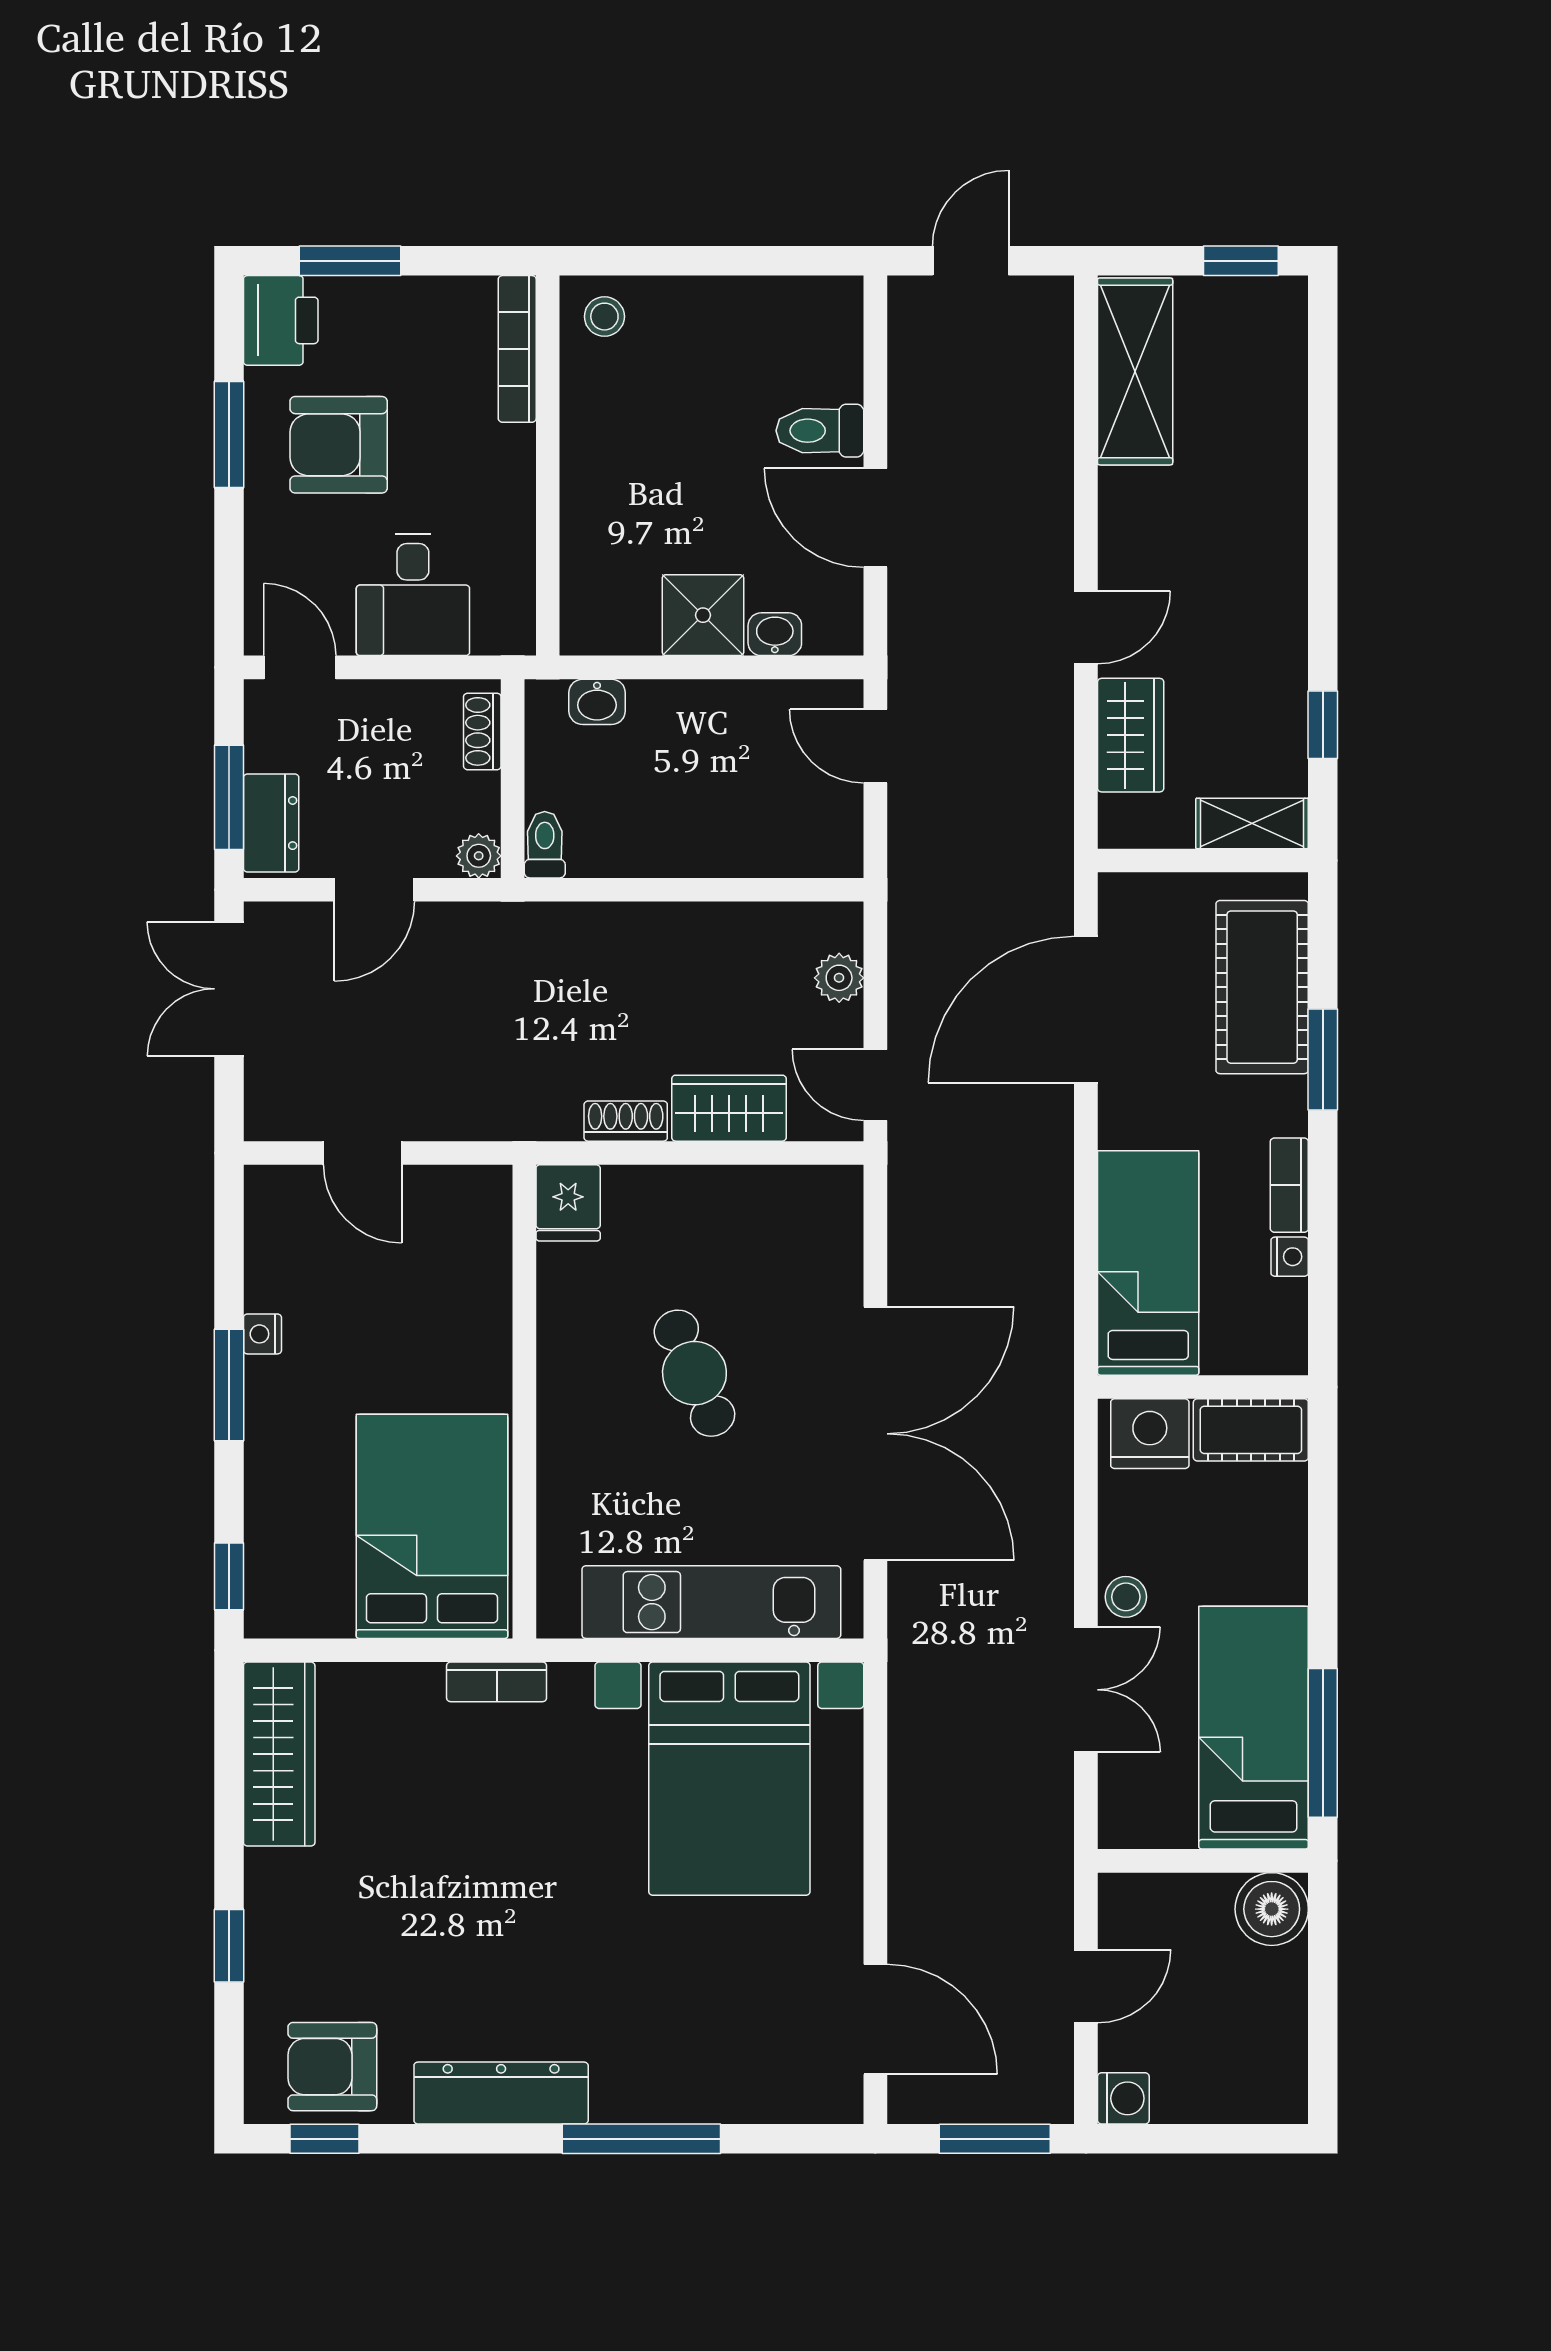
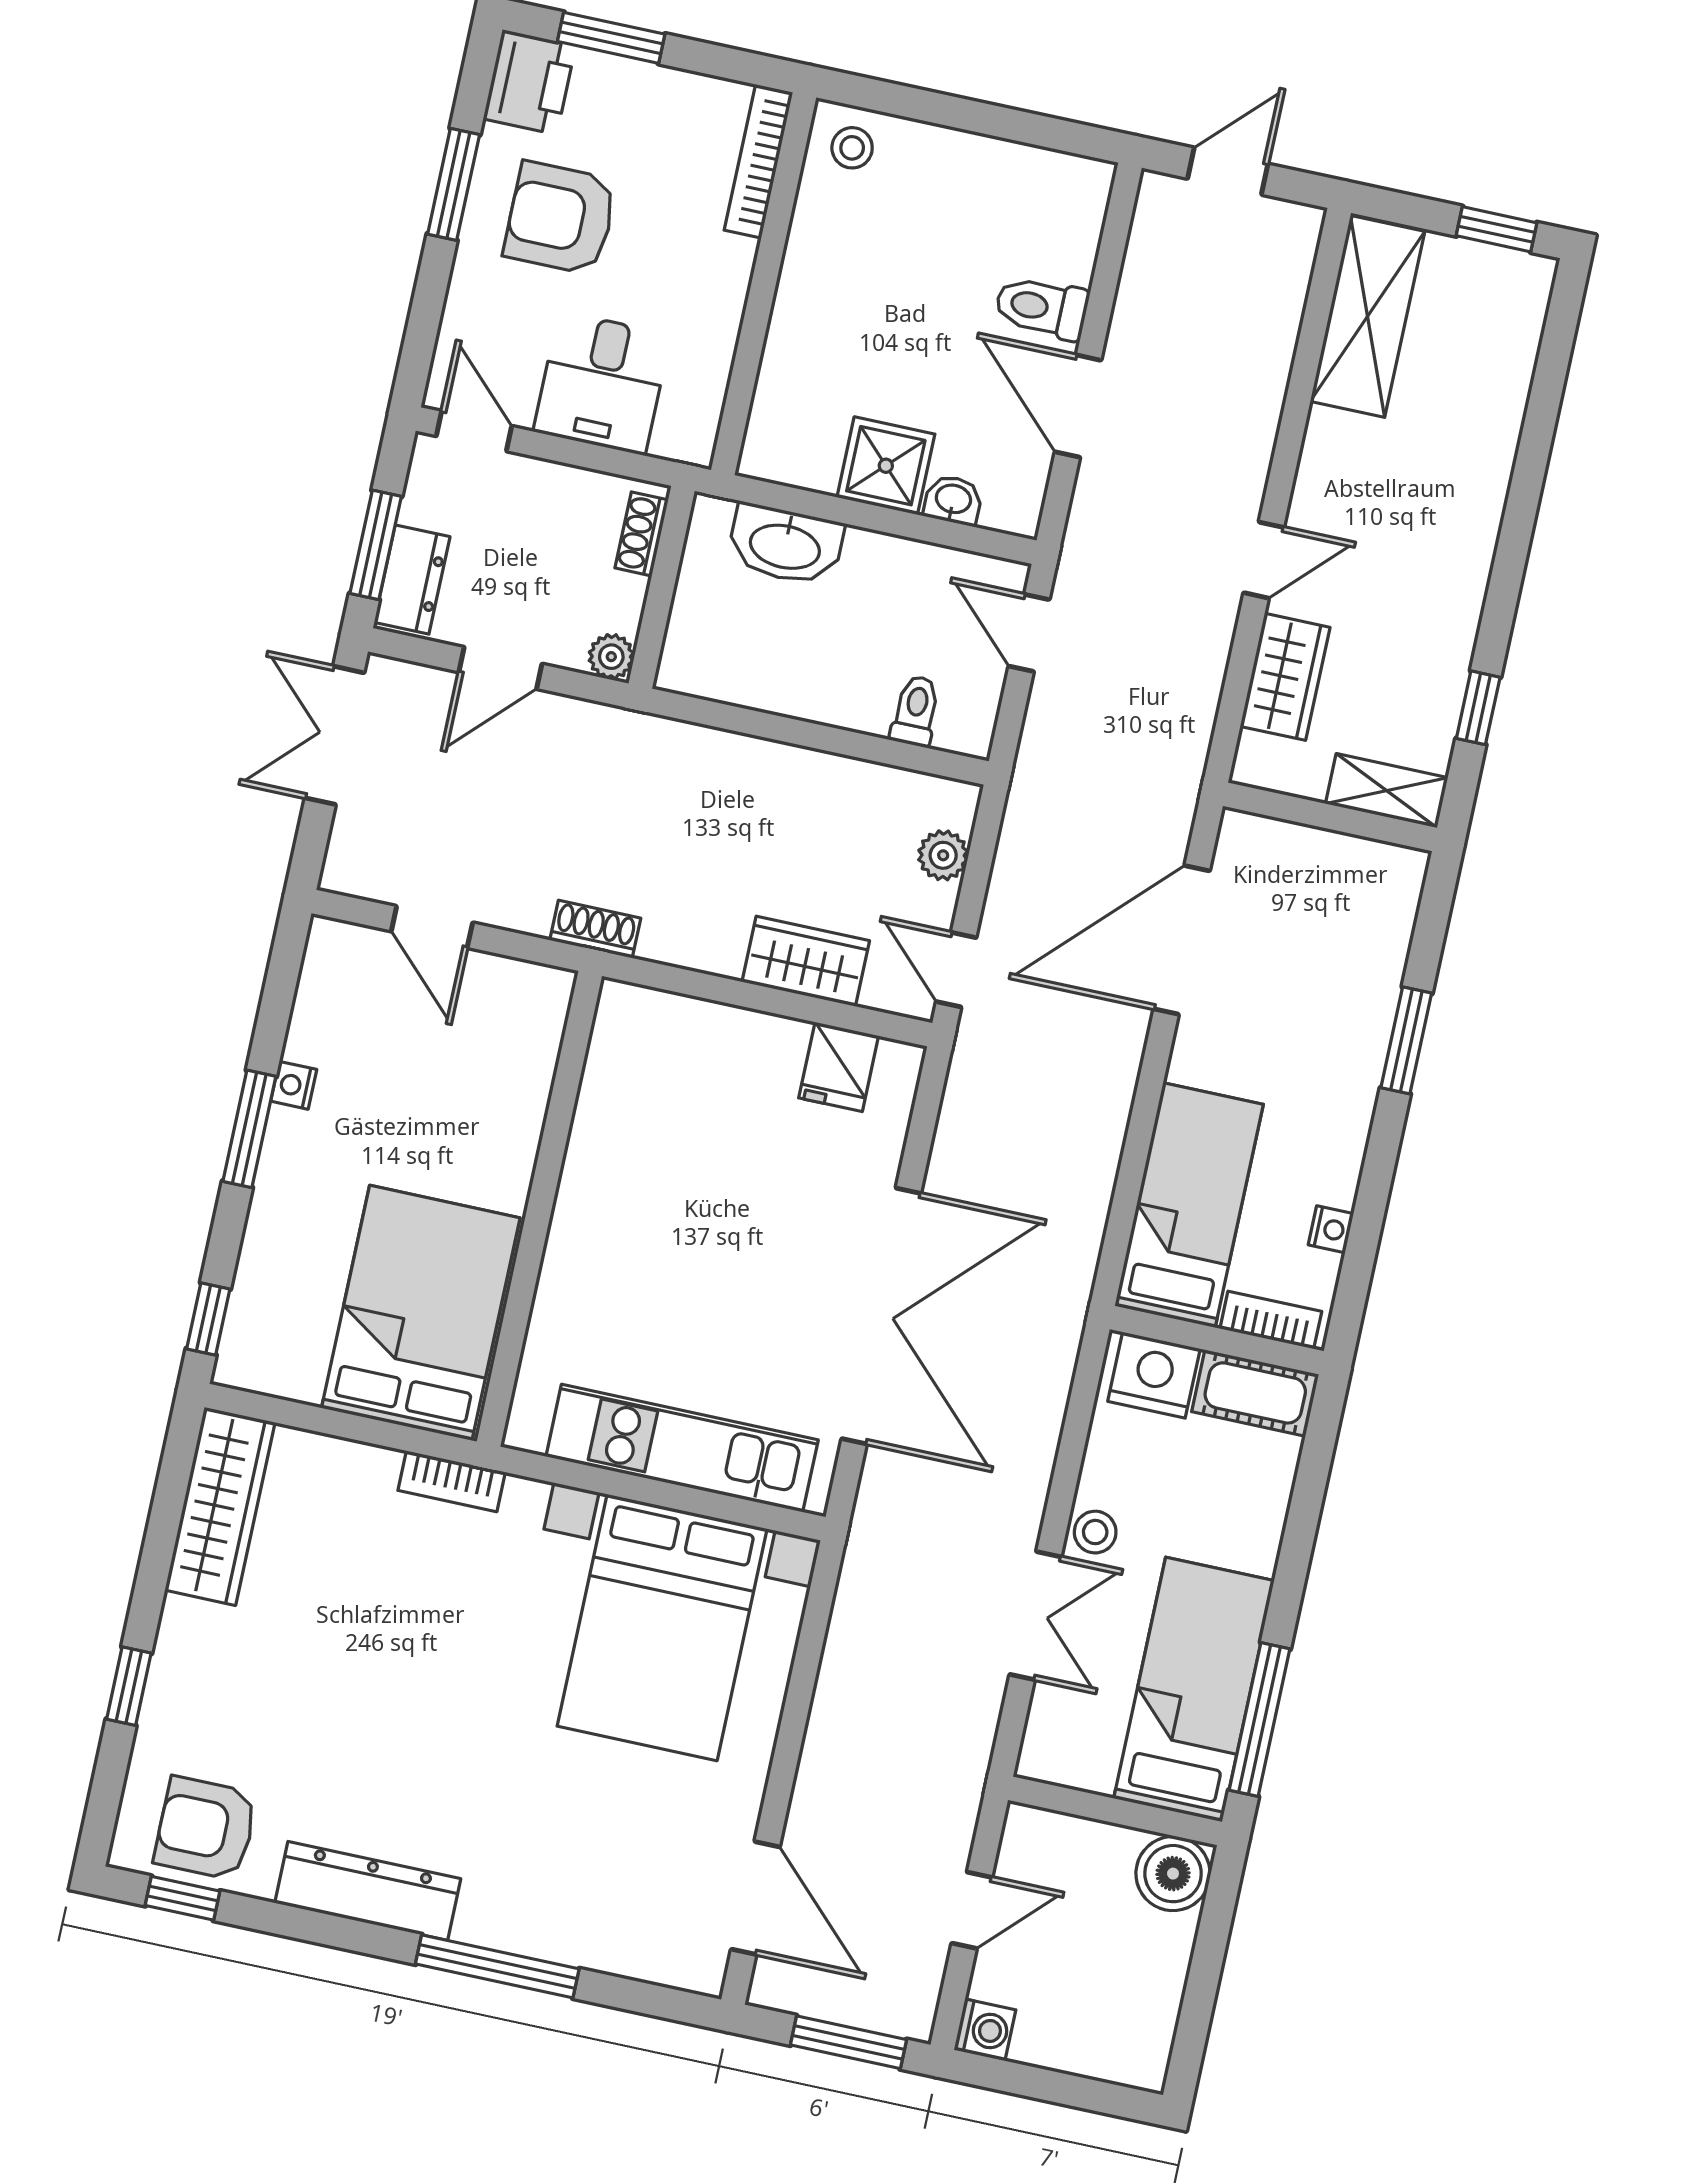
washbasin: (597, 702) -> (785, 545), width x1.91, depth x1.45
toilet: (545, 845) -> (916, 711), moved
cot: (1262, 987) -> (1362, 955), removed
shoe rack: (626, 1121) -> (595, 929), moved
bookcase: (1289, 1185) -> (1271, 1320), moved, turned 90
fridge: (568, 1203) -> (839, 1067), moved
cafe table: (694, 1373) -> (715, 1217), removed

